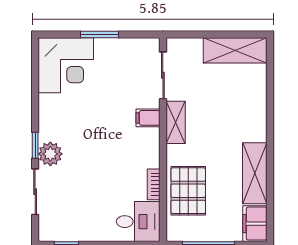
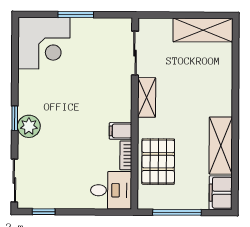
filing cabinet: (148, 118) -> (121, 131), moved
sliding door: (35, 192) -> (14, 180), moved

